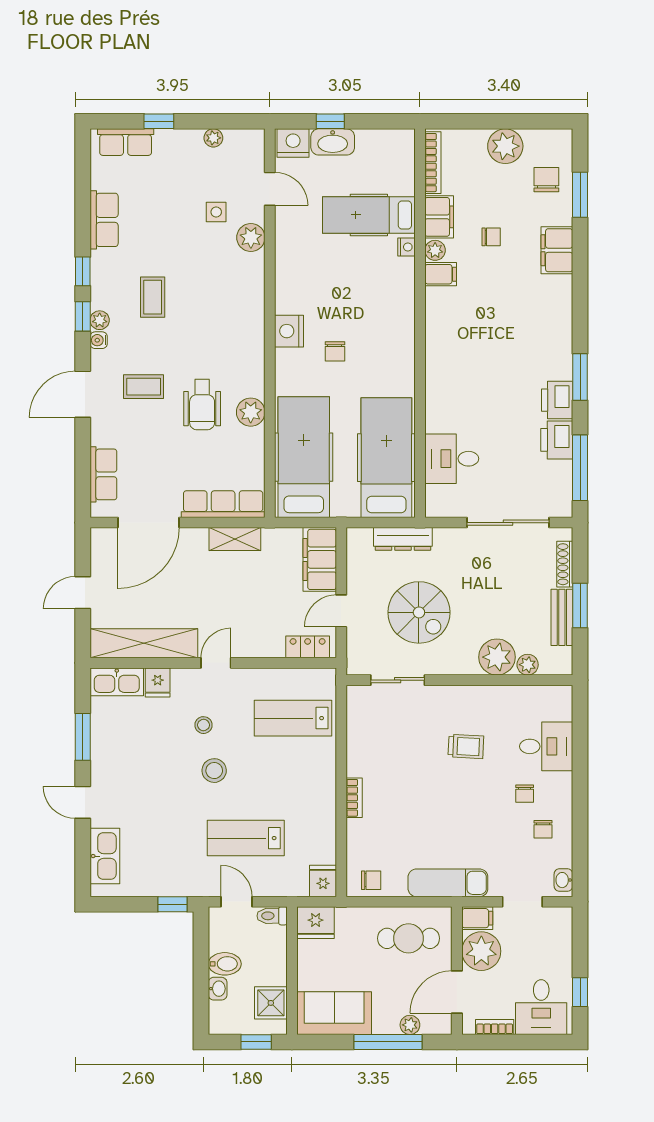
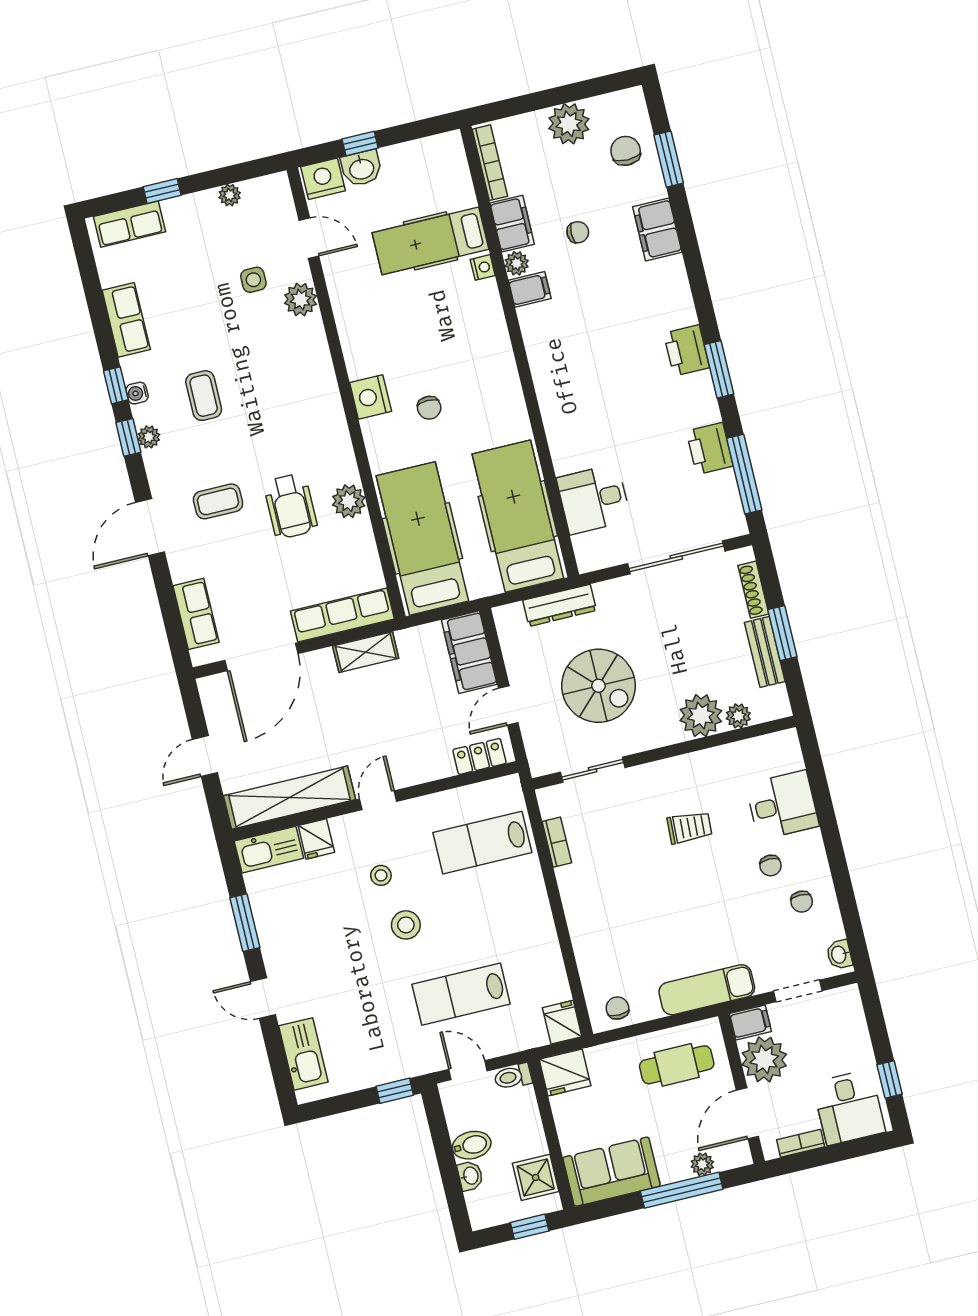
washbasin: (333, 142) -> (361, 168), width x0.72
water cooler: (99, 340) -> (137, 393), moved
printer: (557, 400) -> (687, 350), moved
bookcase: (354, 798) -> (557, 842), moved
chair: (371, 880) -> (617, 1008), turned -90

